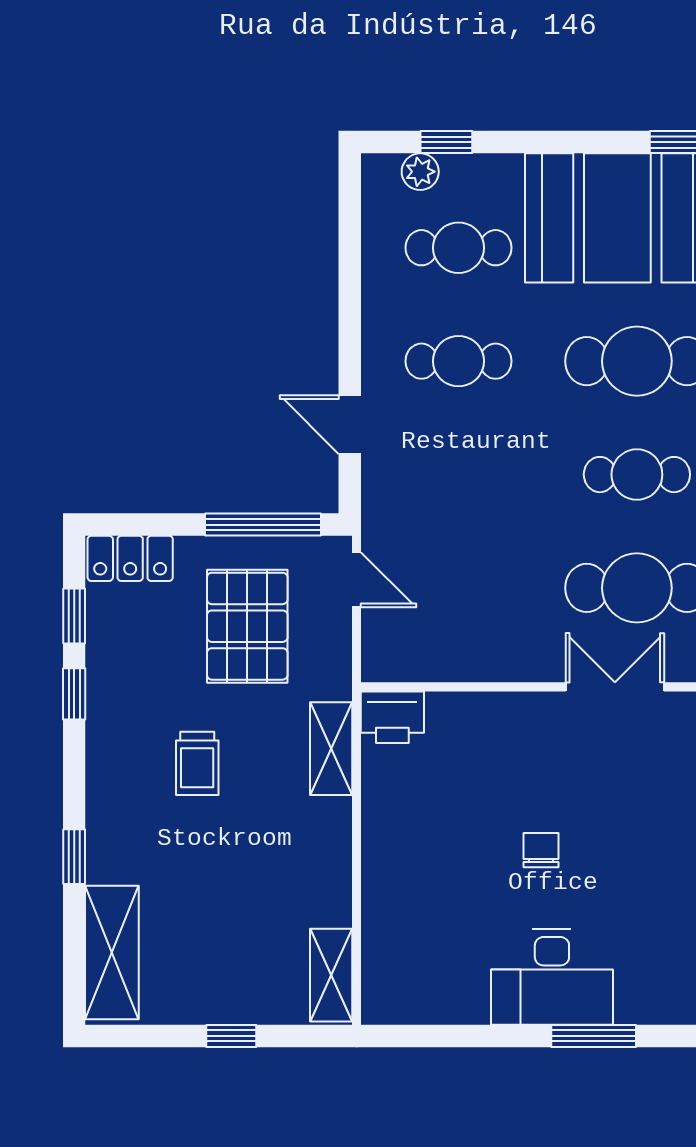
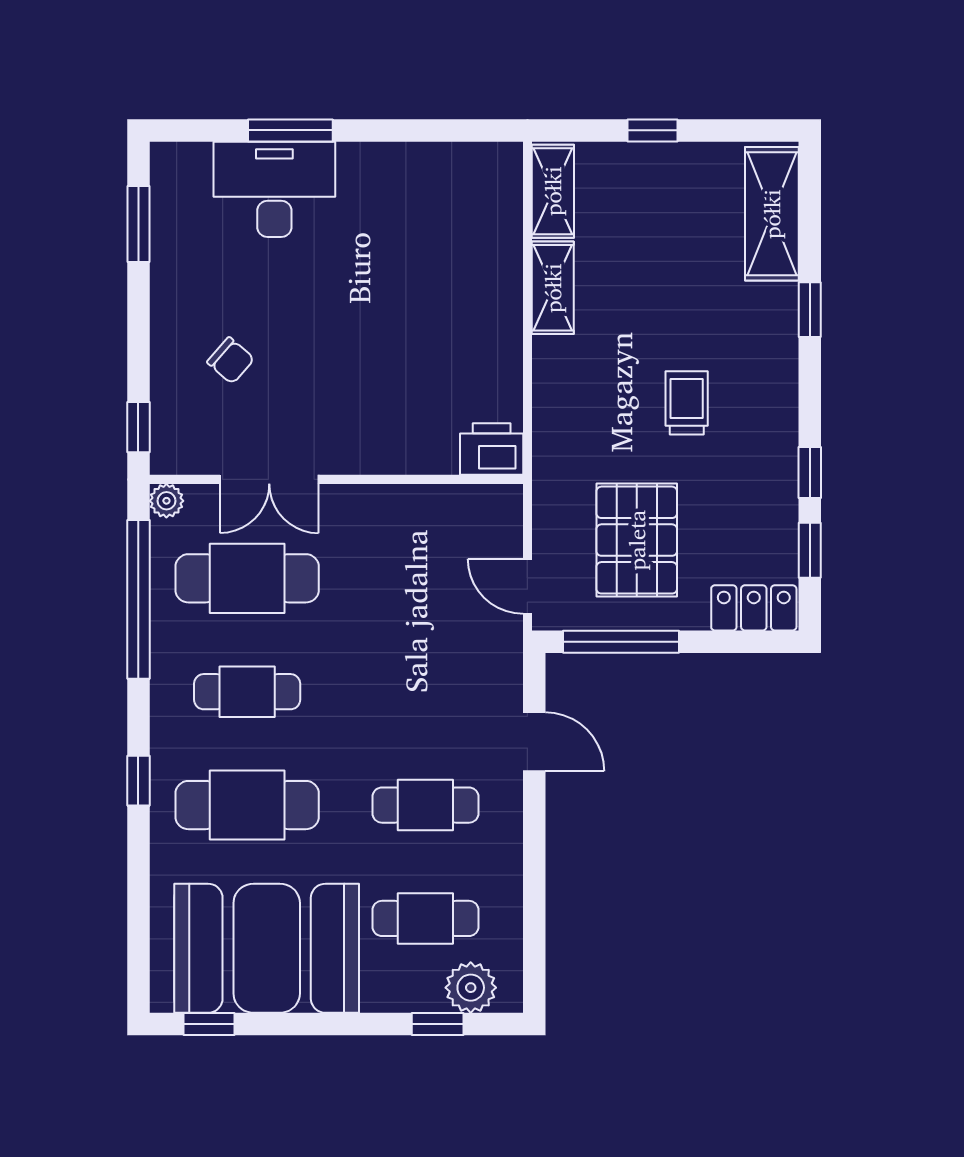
plant: (420, 172) -> (471, 988), width x1.38, depth x1.38
shelving: (331, 749) -> (553, 288), moved
chair: (541, 850) -> (231, 360), moved, turned -49
desk: (552, 977) -> (274, 189), moved

